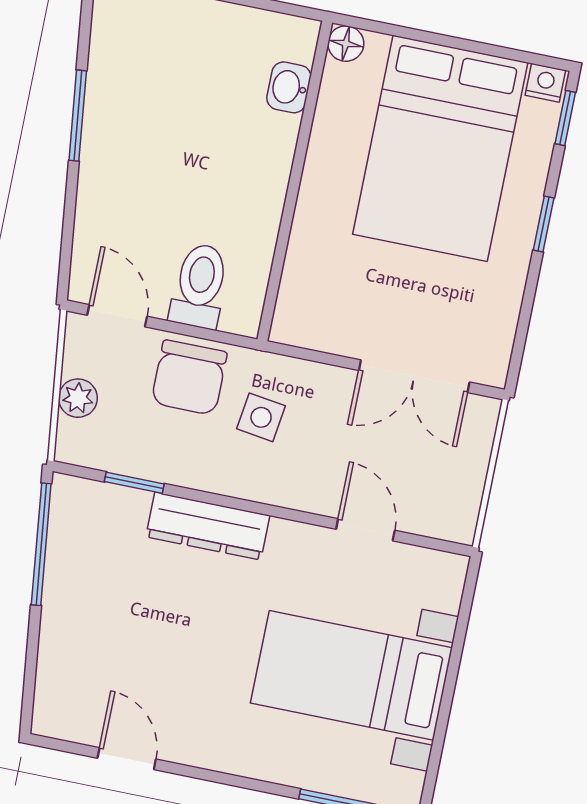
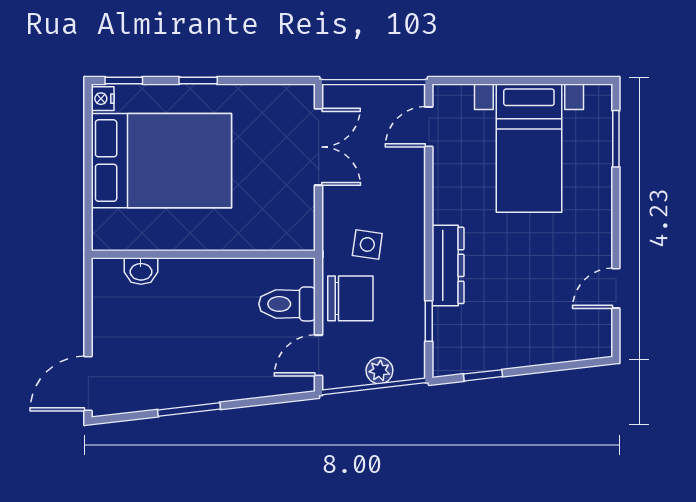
floor lamp: (346, 44) -> (104, 239), removed
door: (365, 530) -> (429, 127), moved
window: (41, 544) -> (483, 375), width x0.46

